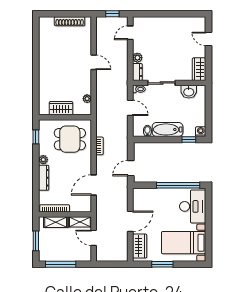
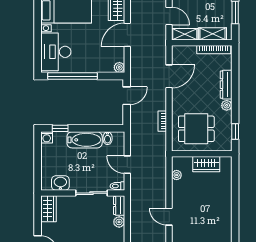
plant: (137, 193) -> (119, 67), added

